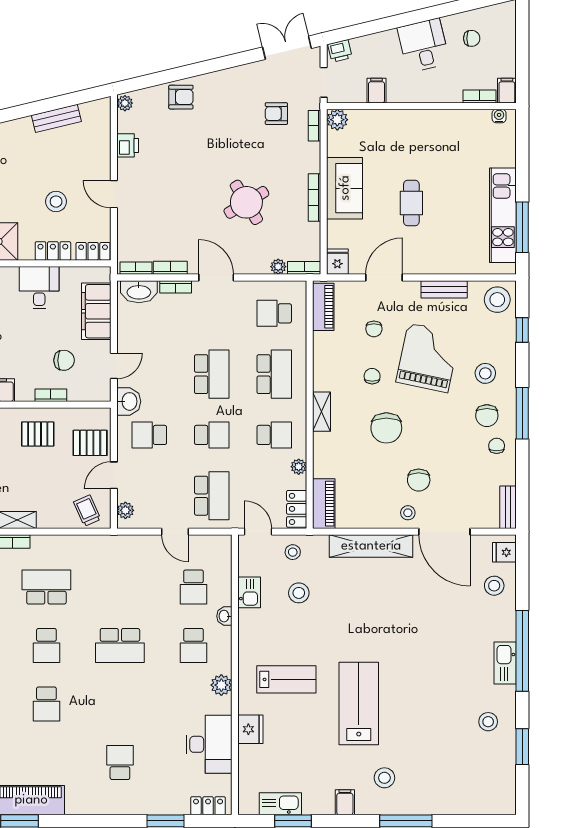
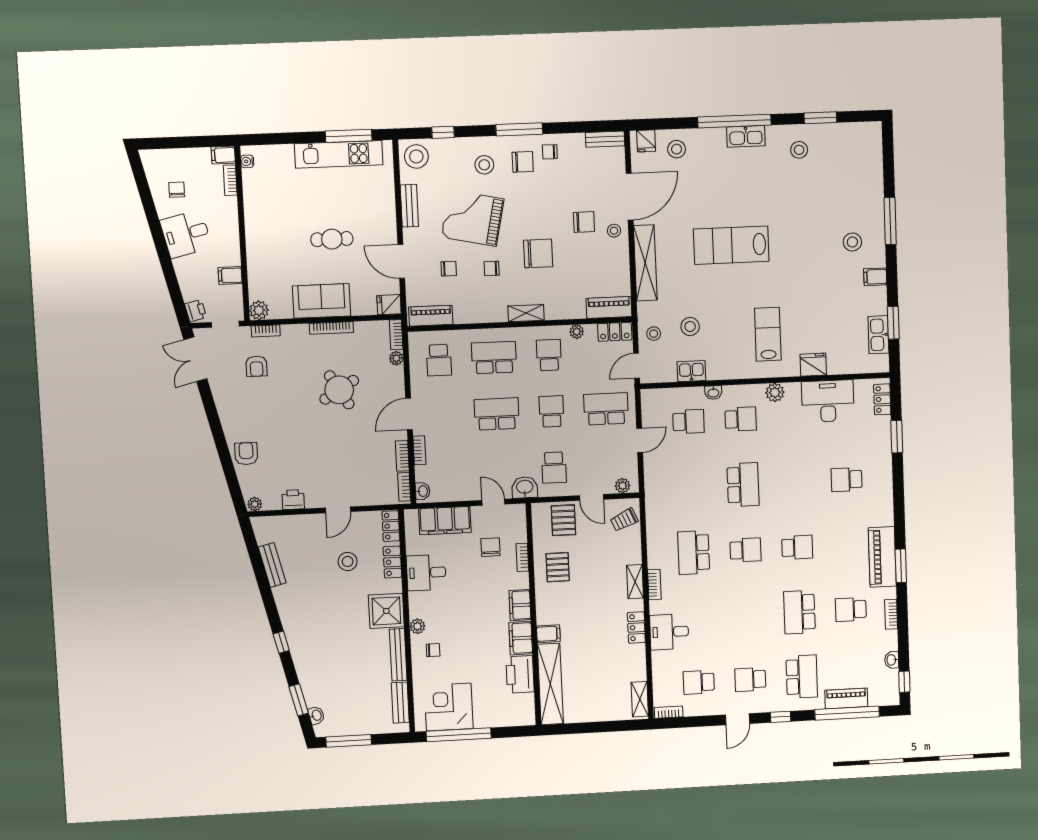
washbasin: (139, 292) -> (423, 491), width x0.52, depth x0.69
lab bench: (359, 703) -> (731, 245), moved

